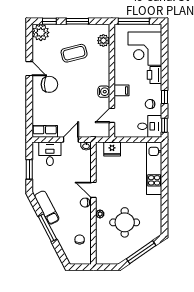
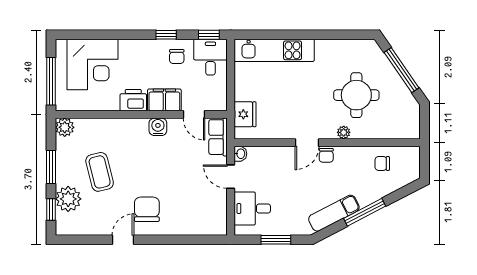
plant: (41, 33) -> (68, 199), moved
plant: (103, 41) -> (65, 127), moved
printer: (154, 75) -> (133, 100), moved, turned 180
filing cabinet: (121, 90) -> (164, 100), width x2.00
row of seats: (45, 131) -> (218, 137), moved

